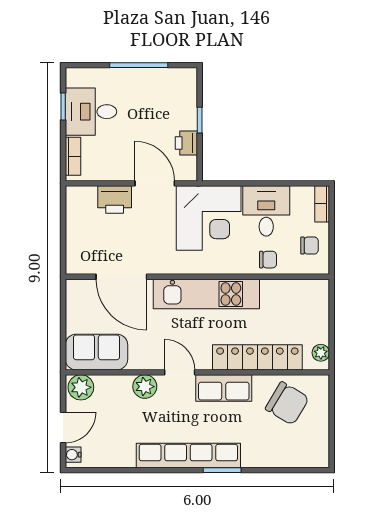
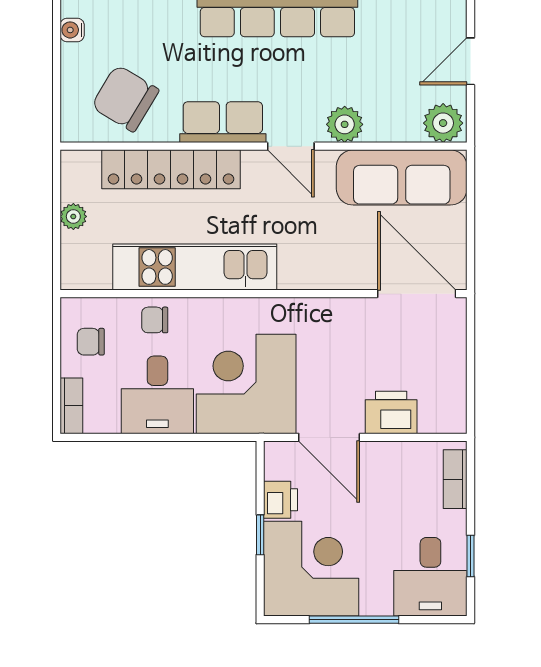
corner desk: (167, 98) -> (311, 569), added
desk: (91, 112) -> (430, 577), moved, turned 90
door: (121, 277) -> (417, 294), moved
kitchen unit: (206, 294) -> (195, 267), moved
sofa: (96, 352) -> (402, 177), width x1.36
plant: (321, 353) -> (73, 216), moved
water cooler: (73, 455) -> (72, 30), moved, turned 180

